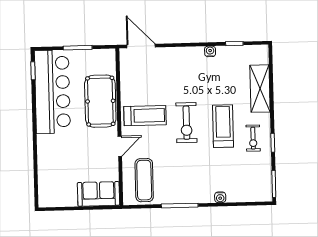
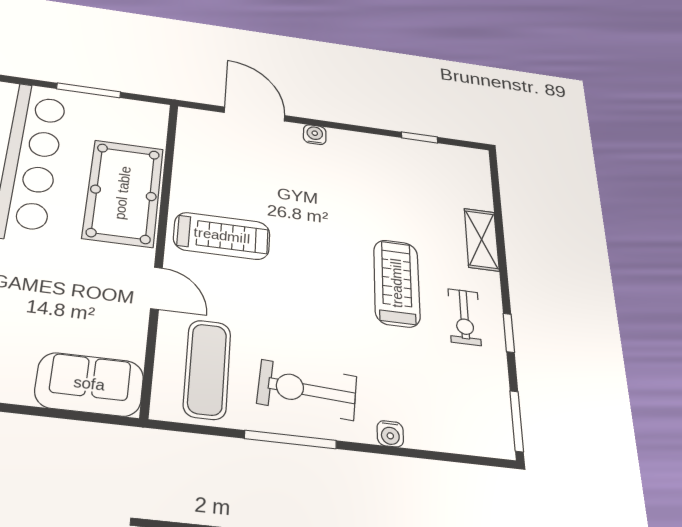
door: (141, 46) -> (255, 114), moved
water cooler: (210, 51) -> (315, 135), moved
shelving: (260, 89) -> (482, 239), width x0.67, depth x0.75
exercise bike: (186, 123) -> (307, 390), moved, turned 94
door: (120, 146) -> (156, 288), hinge flipped

